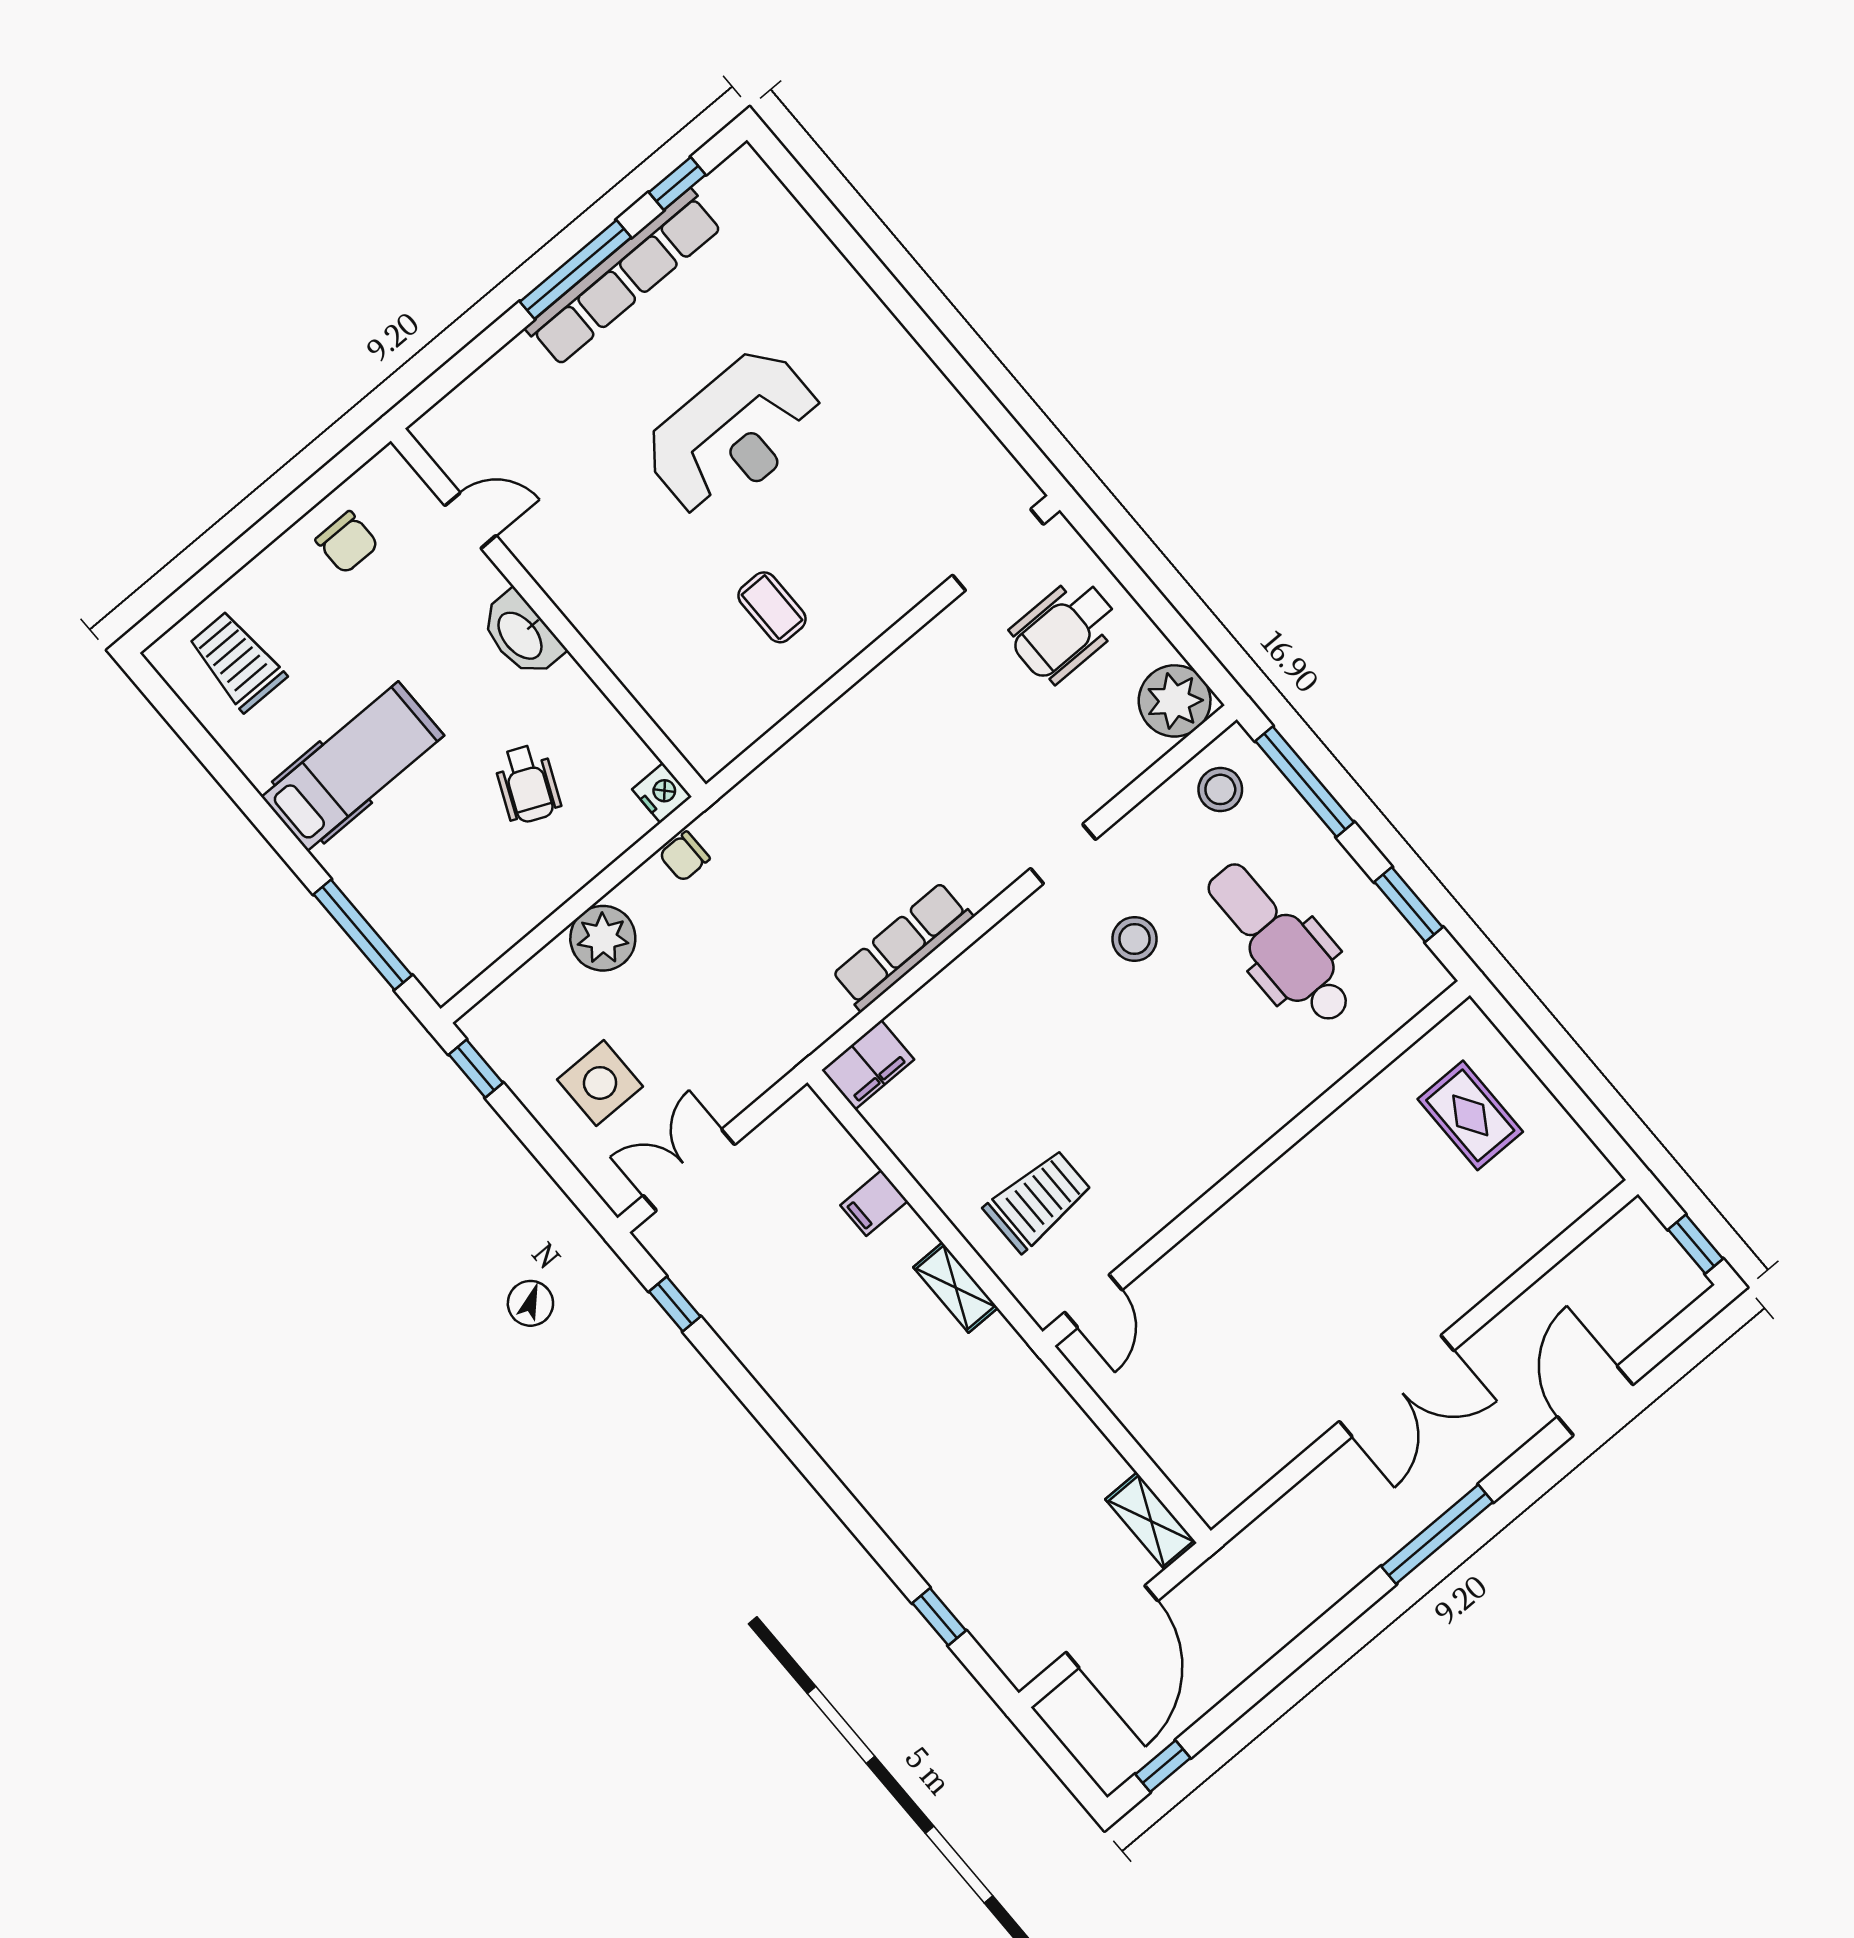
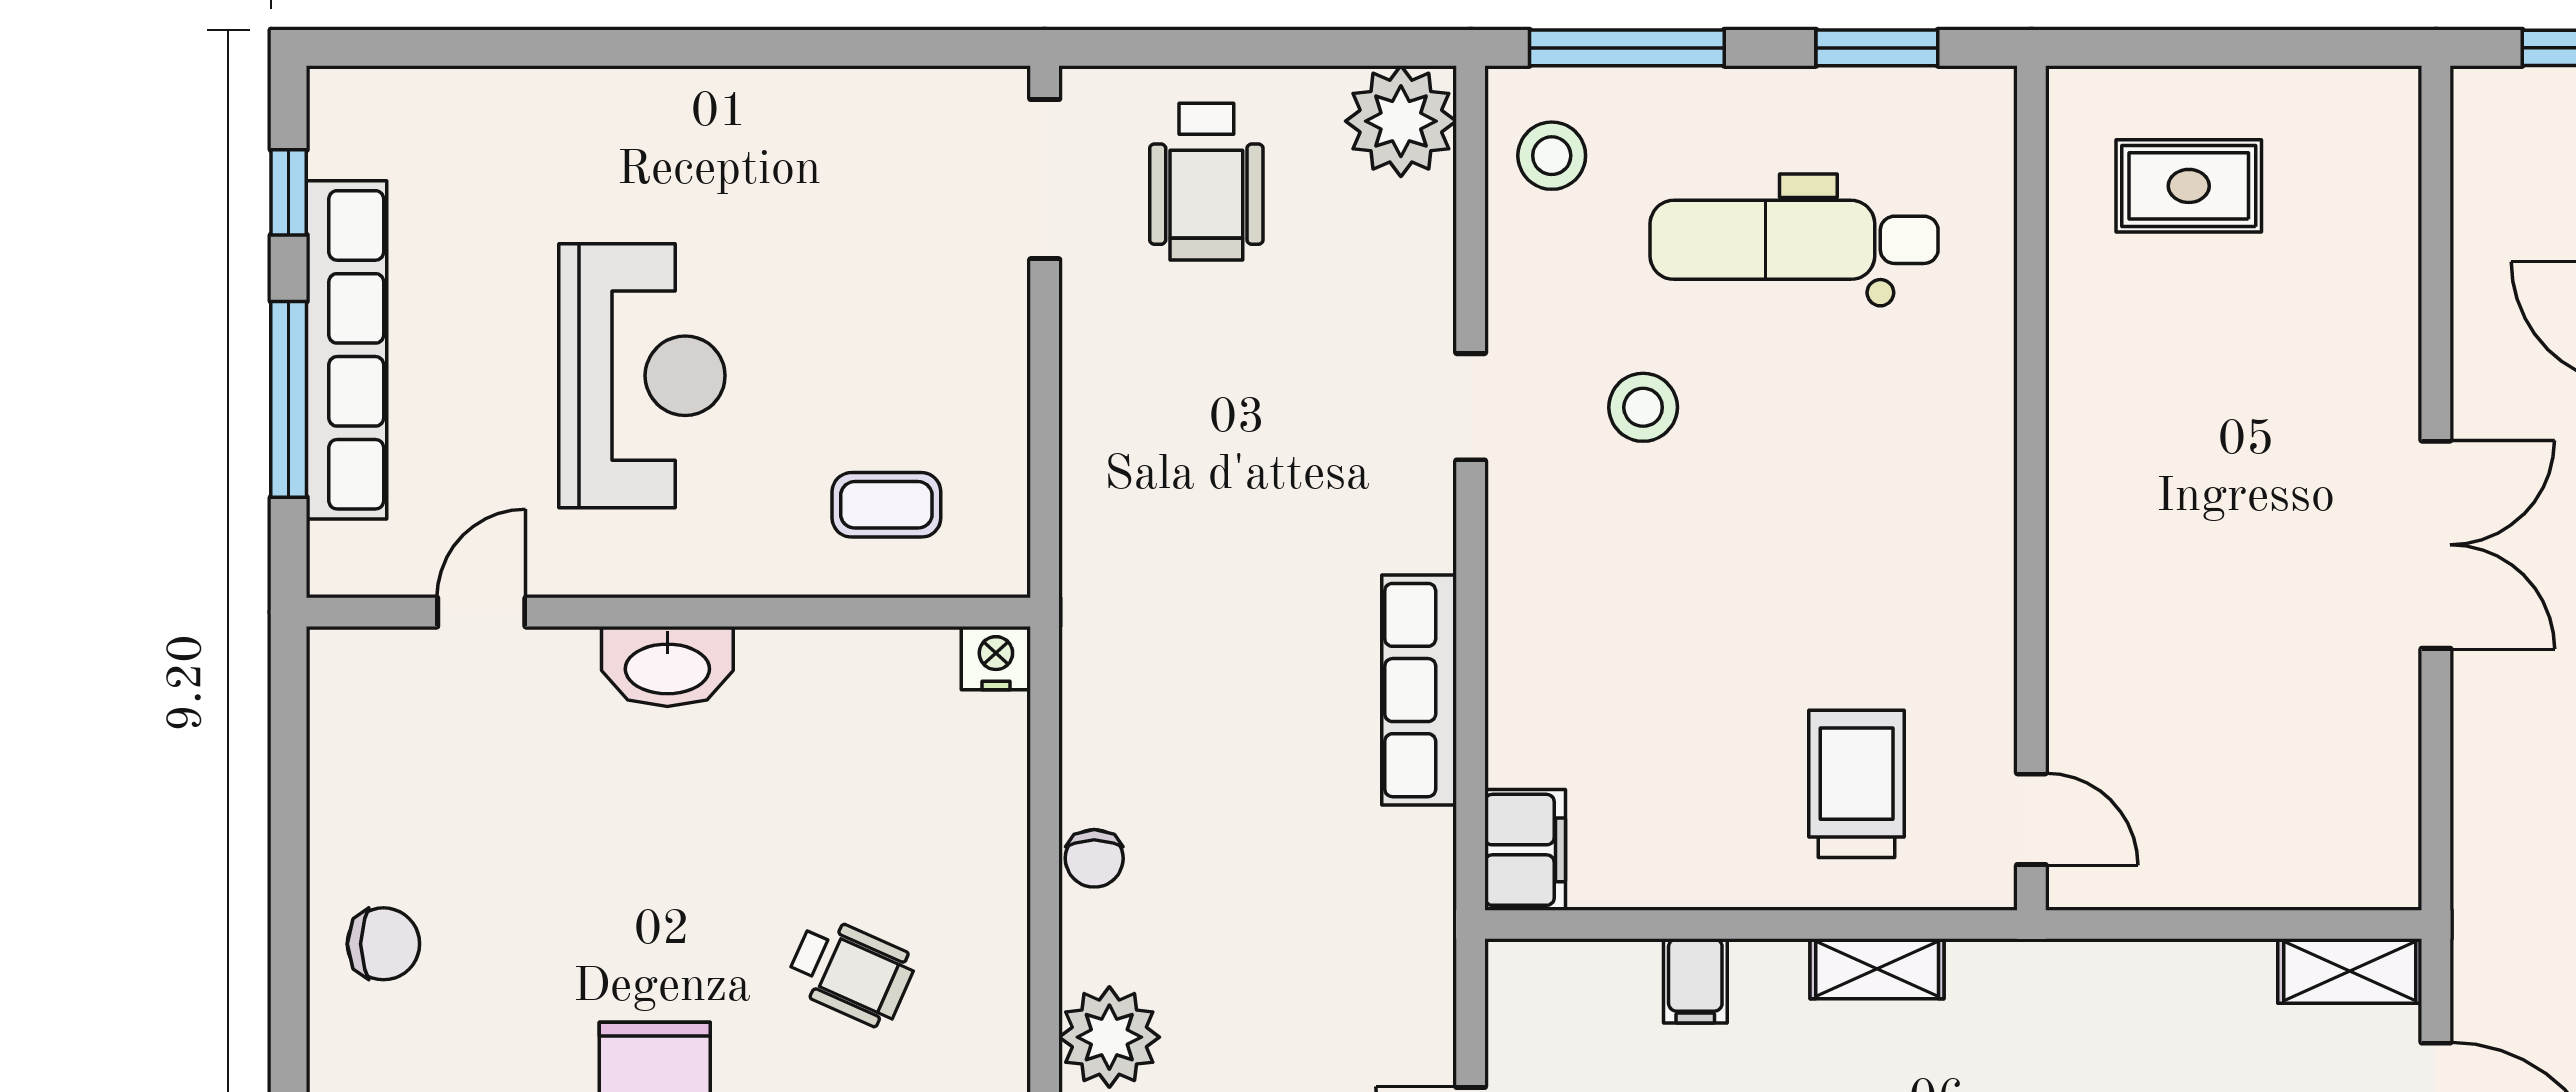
door: (471, 521) -> (481, 612), moved
wall: (548, 613) -> (668, 612), moved
washbasin: (521, 635) -> (667, 667), moved
nightstand: (662, 793) -> (996, 658), moved

